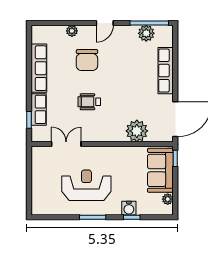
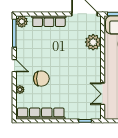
plant: (146, 33) -> (22, 21), moved
row of seats: (39, 68) -> (41, 114), width x1.36
wheelchair: (89, 102) -> (72, 77), removed
row of seats: (39, 109) -> (77, 114), removed

